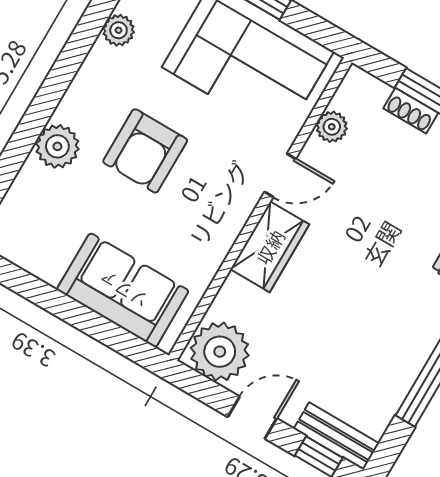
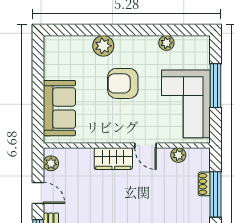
plant: (220, 352) -> (51, 163), width x0.53, depth x0.53

